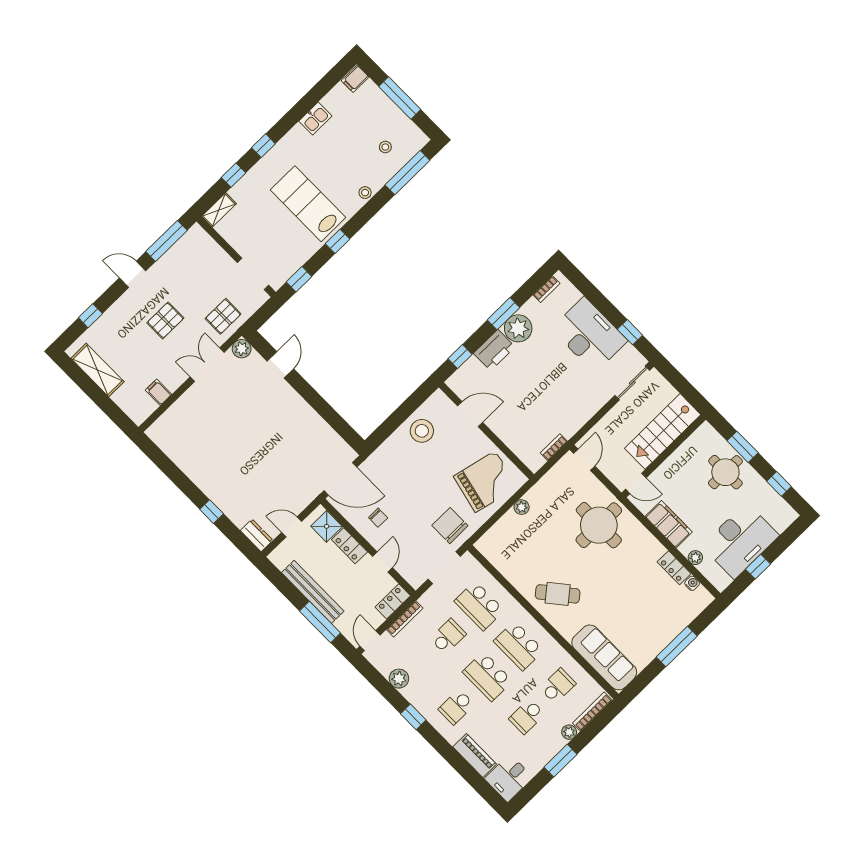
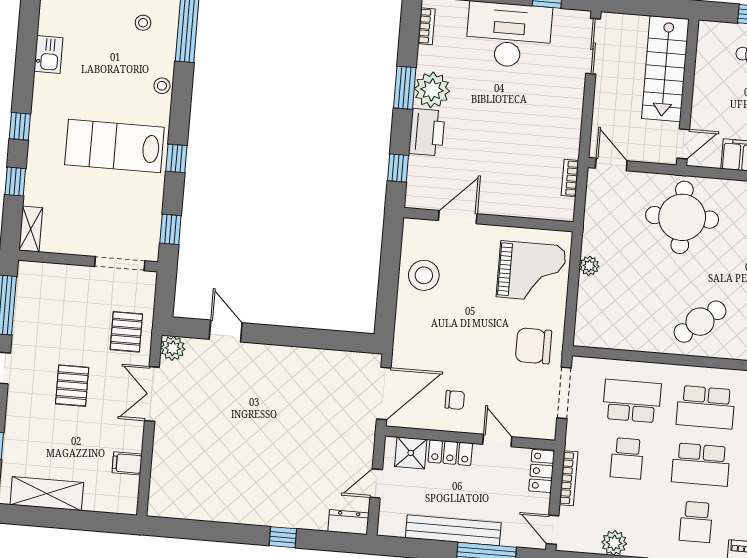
grand piano: (485, 482) -> (531, 271), turned 77
school desk: (479, 606) -> (632, 401), turned 180
school desk: (448, 636) -> (627, 458), turned 180

